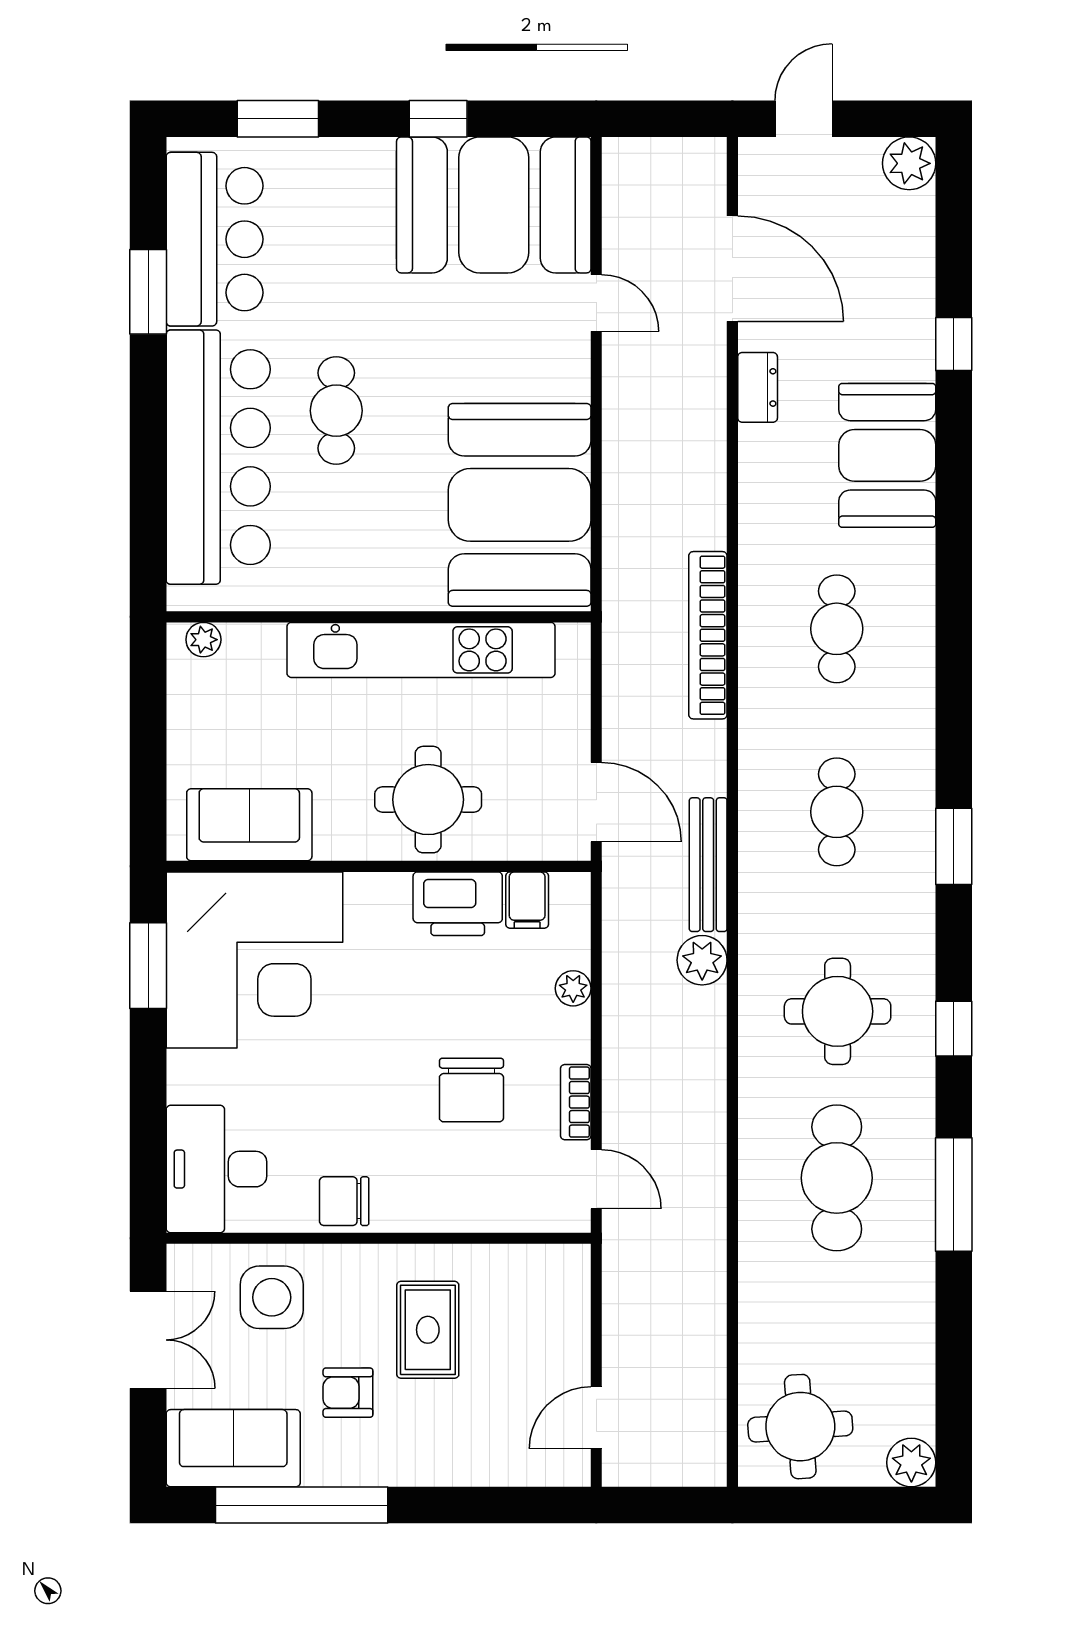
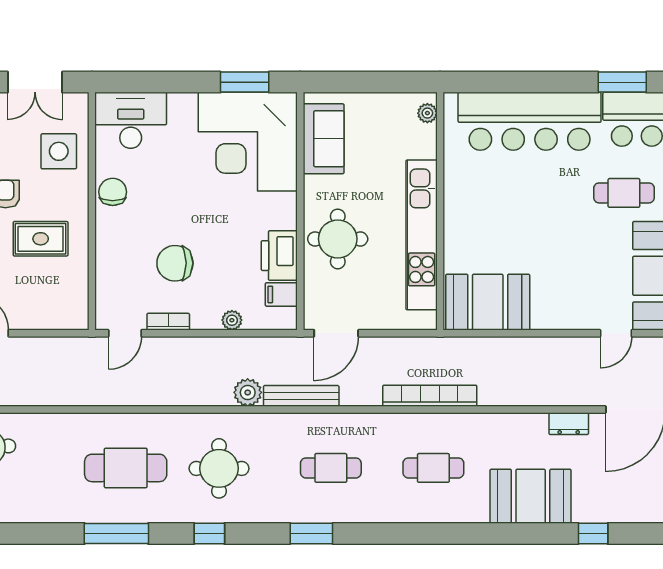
cafe table: (336, 411) -> (624, 193), moved
booth: (520, 505) -> (488, 302), width x0.73, depth x0.70

